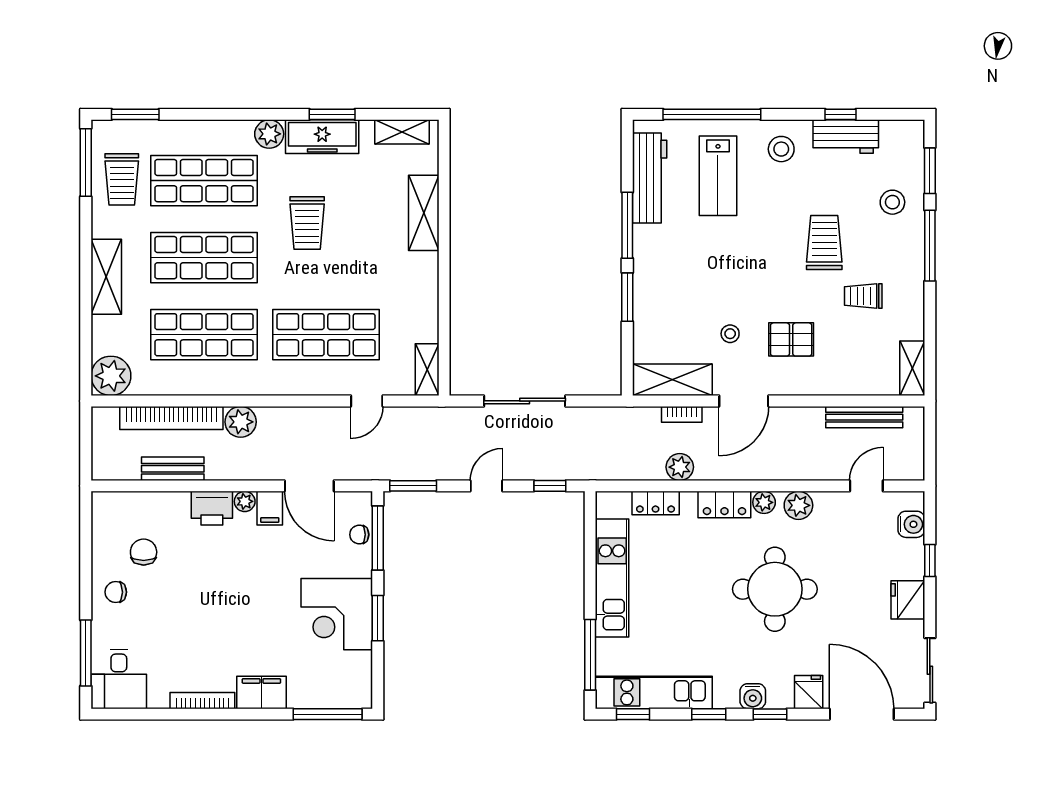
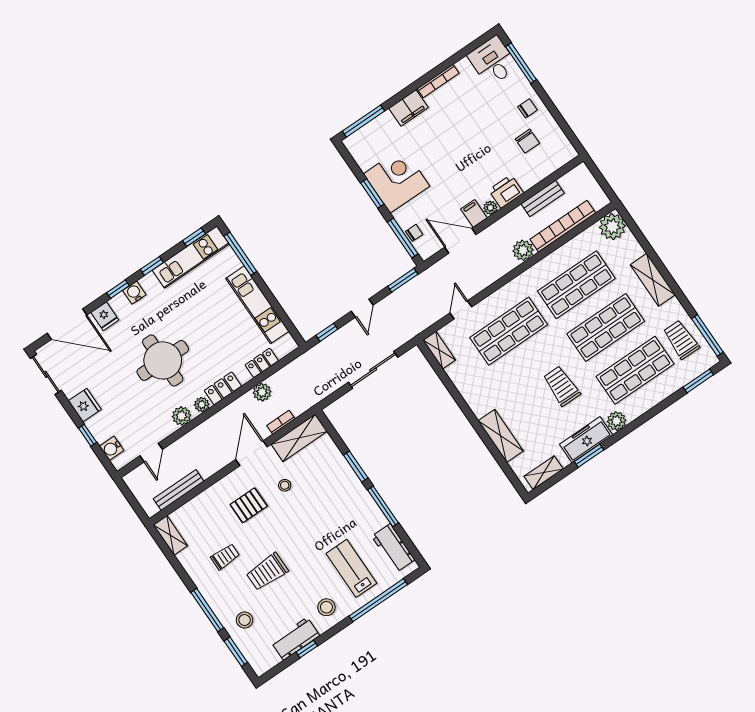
workbench: (650, 178) -> (393, 548), width x0.73
trolley: (824, 243) -> (267, 572), turned 90

